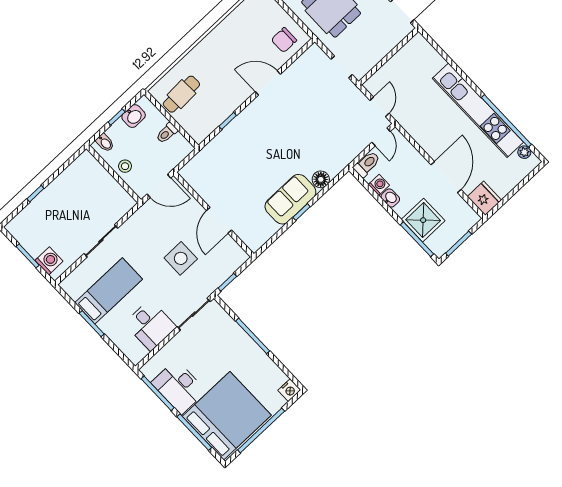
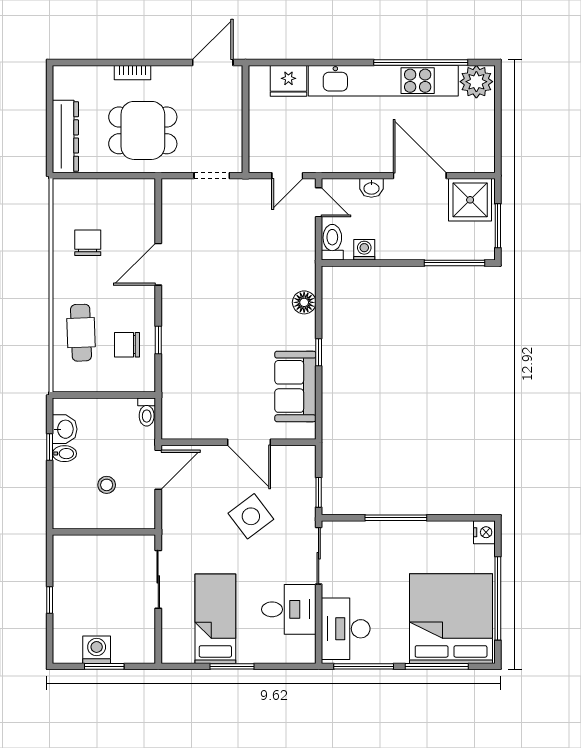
chair: (284, 40) -> (88, 243), moved, turned 180
cafe table: (181, 94) -> (81, 333), moved
chair: (210, 107) -> (127, 345), added
door: (379, 107) -> (287, 176), swing flipped
toilet: (167, 133) -> (147, 412), moved
bidet: (105, 143) -> (64, 454), moved
plant: (524, 152) -> (476, 82), width x1.87, depth x1.87
wall: (114, 174) -> (104, 532), moved
washbasin: (390, 198) -> (371, 188), moved, turned 180
fridge: (484, 198) -> (288, 81), moved, turned 180
sofa: (290, 199) -> (295, 386), moved
shower: (423, 220) -> (470, 200), moved
side table: (181, 258) -> (251, 516), turned -37
washing machine: (49, 261) -> (97, 650), moved
desk: (179, 387) -> (346, 629), moved, turned 90

